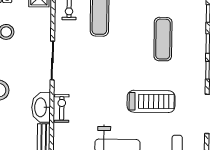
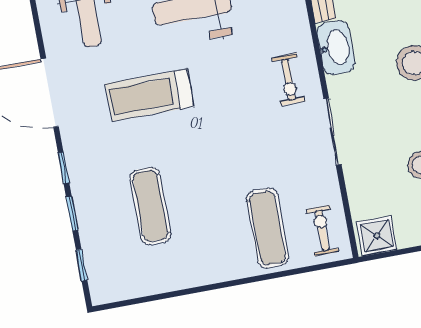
exercise bike: (62, 108) -> (289, 80), moved

